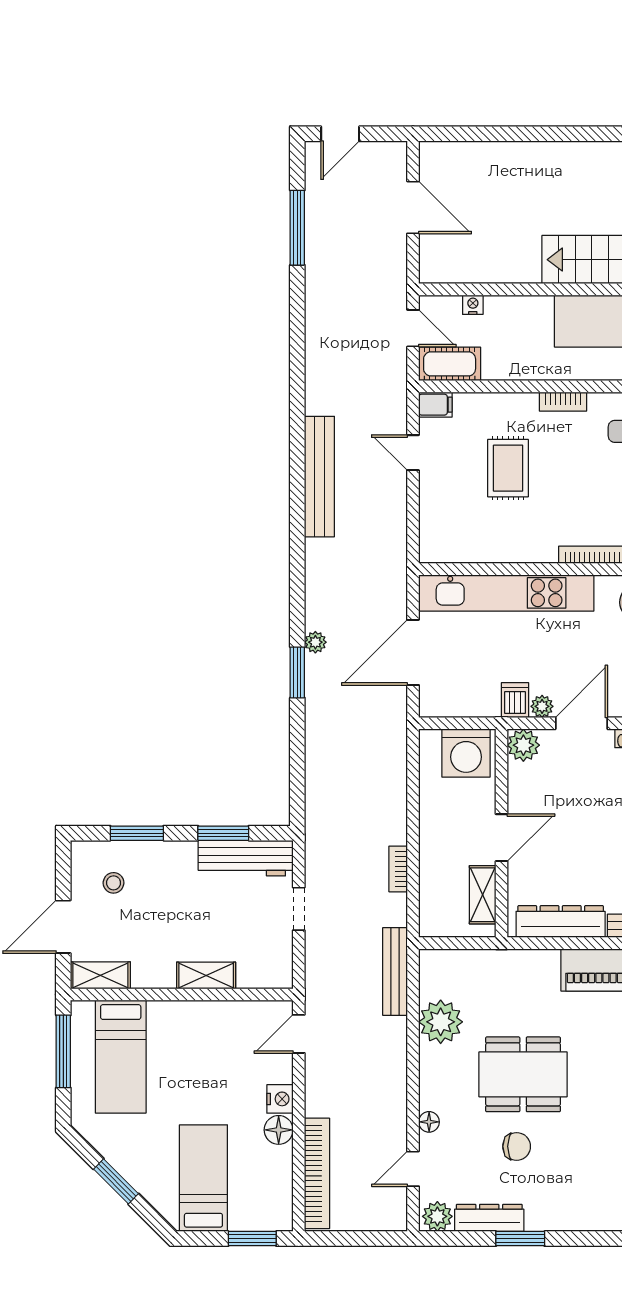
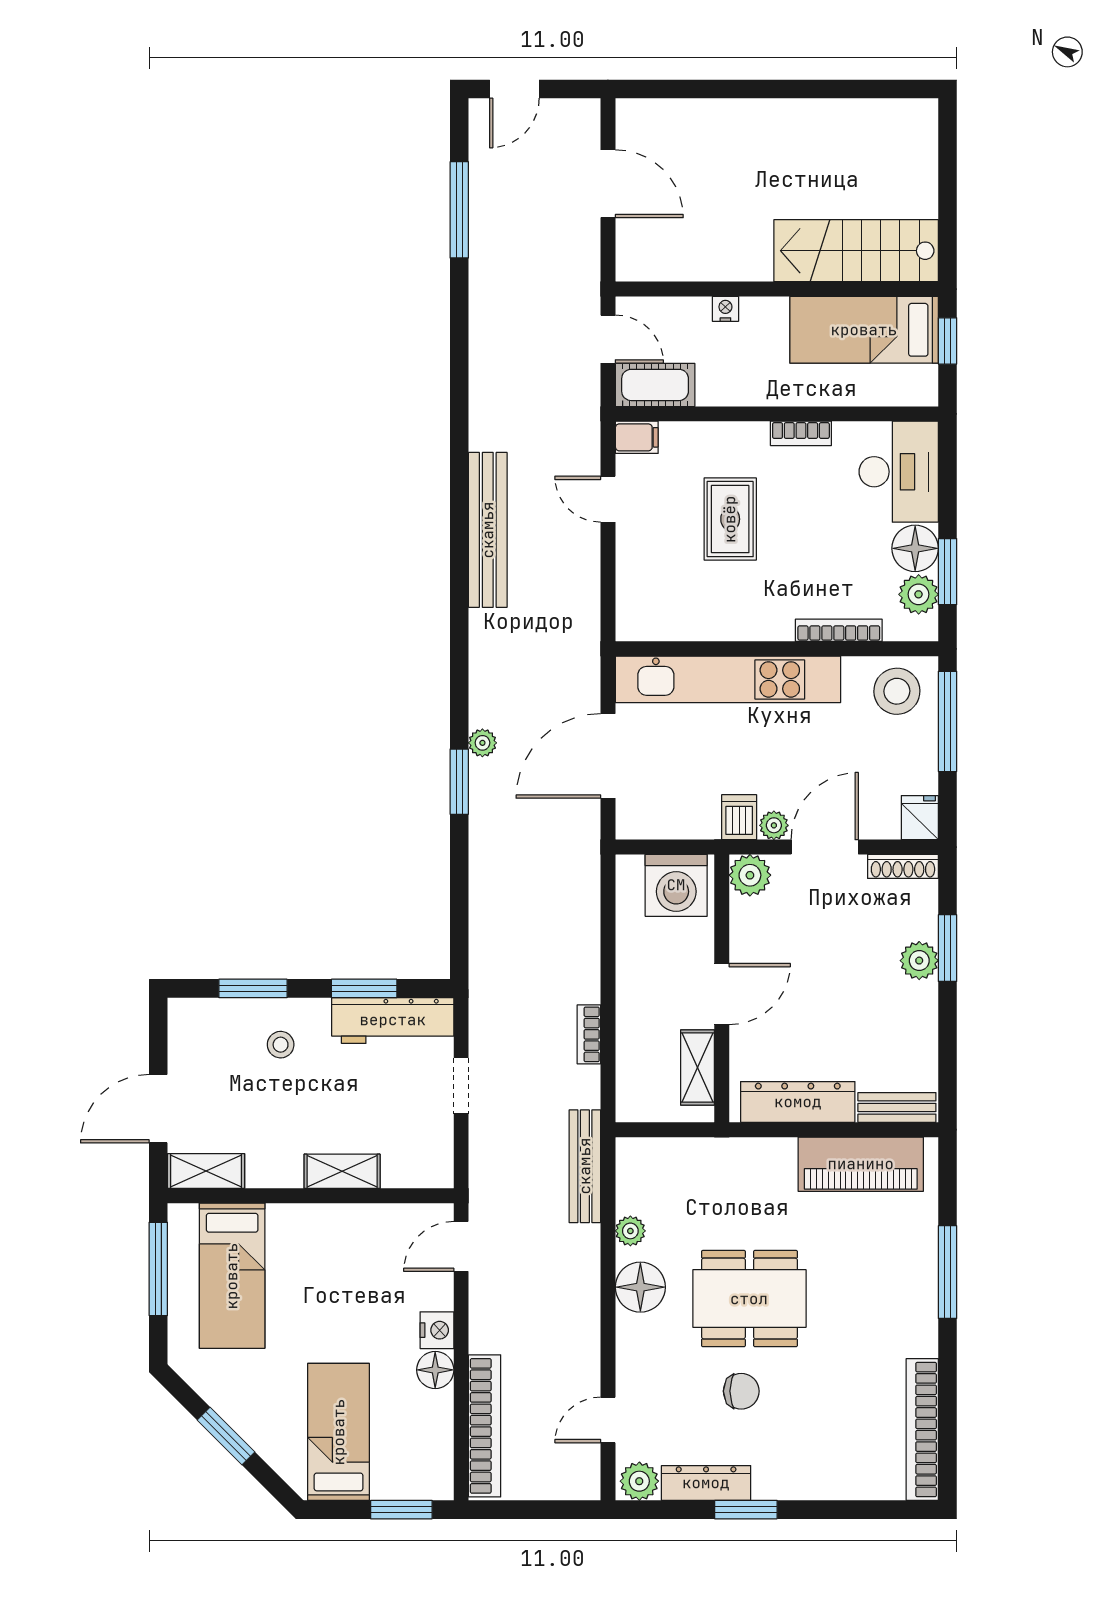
nightstand: (473, 305) -> (725, 309), moved
stool: (114, 883) -> (281, 1045), moved
plant: (441, 1022) -> (630, 1231), width x0.53, depth x0.53
floor lamp: (429, 1122) -> (640, 1287), moved, width x1.89, depth x1.89

